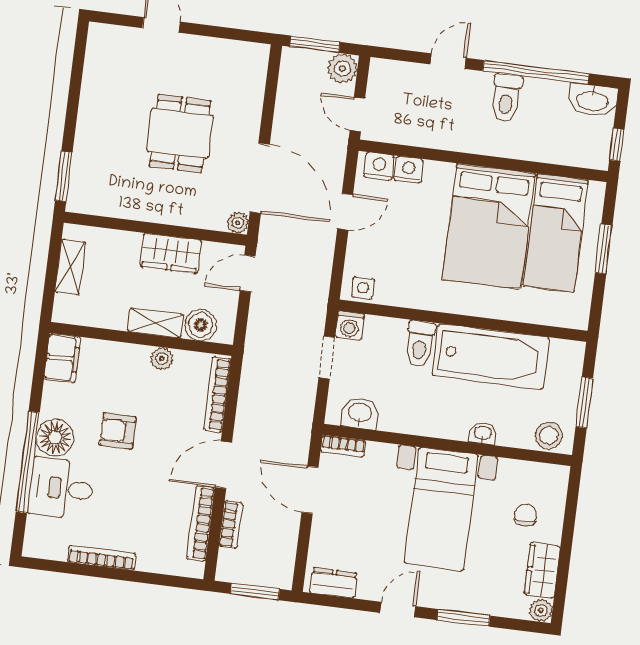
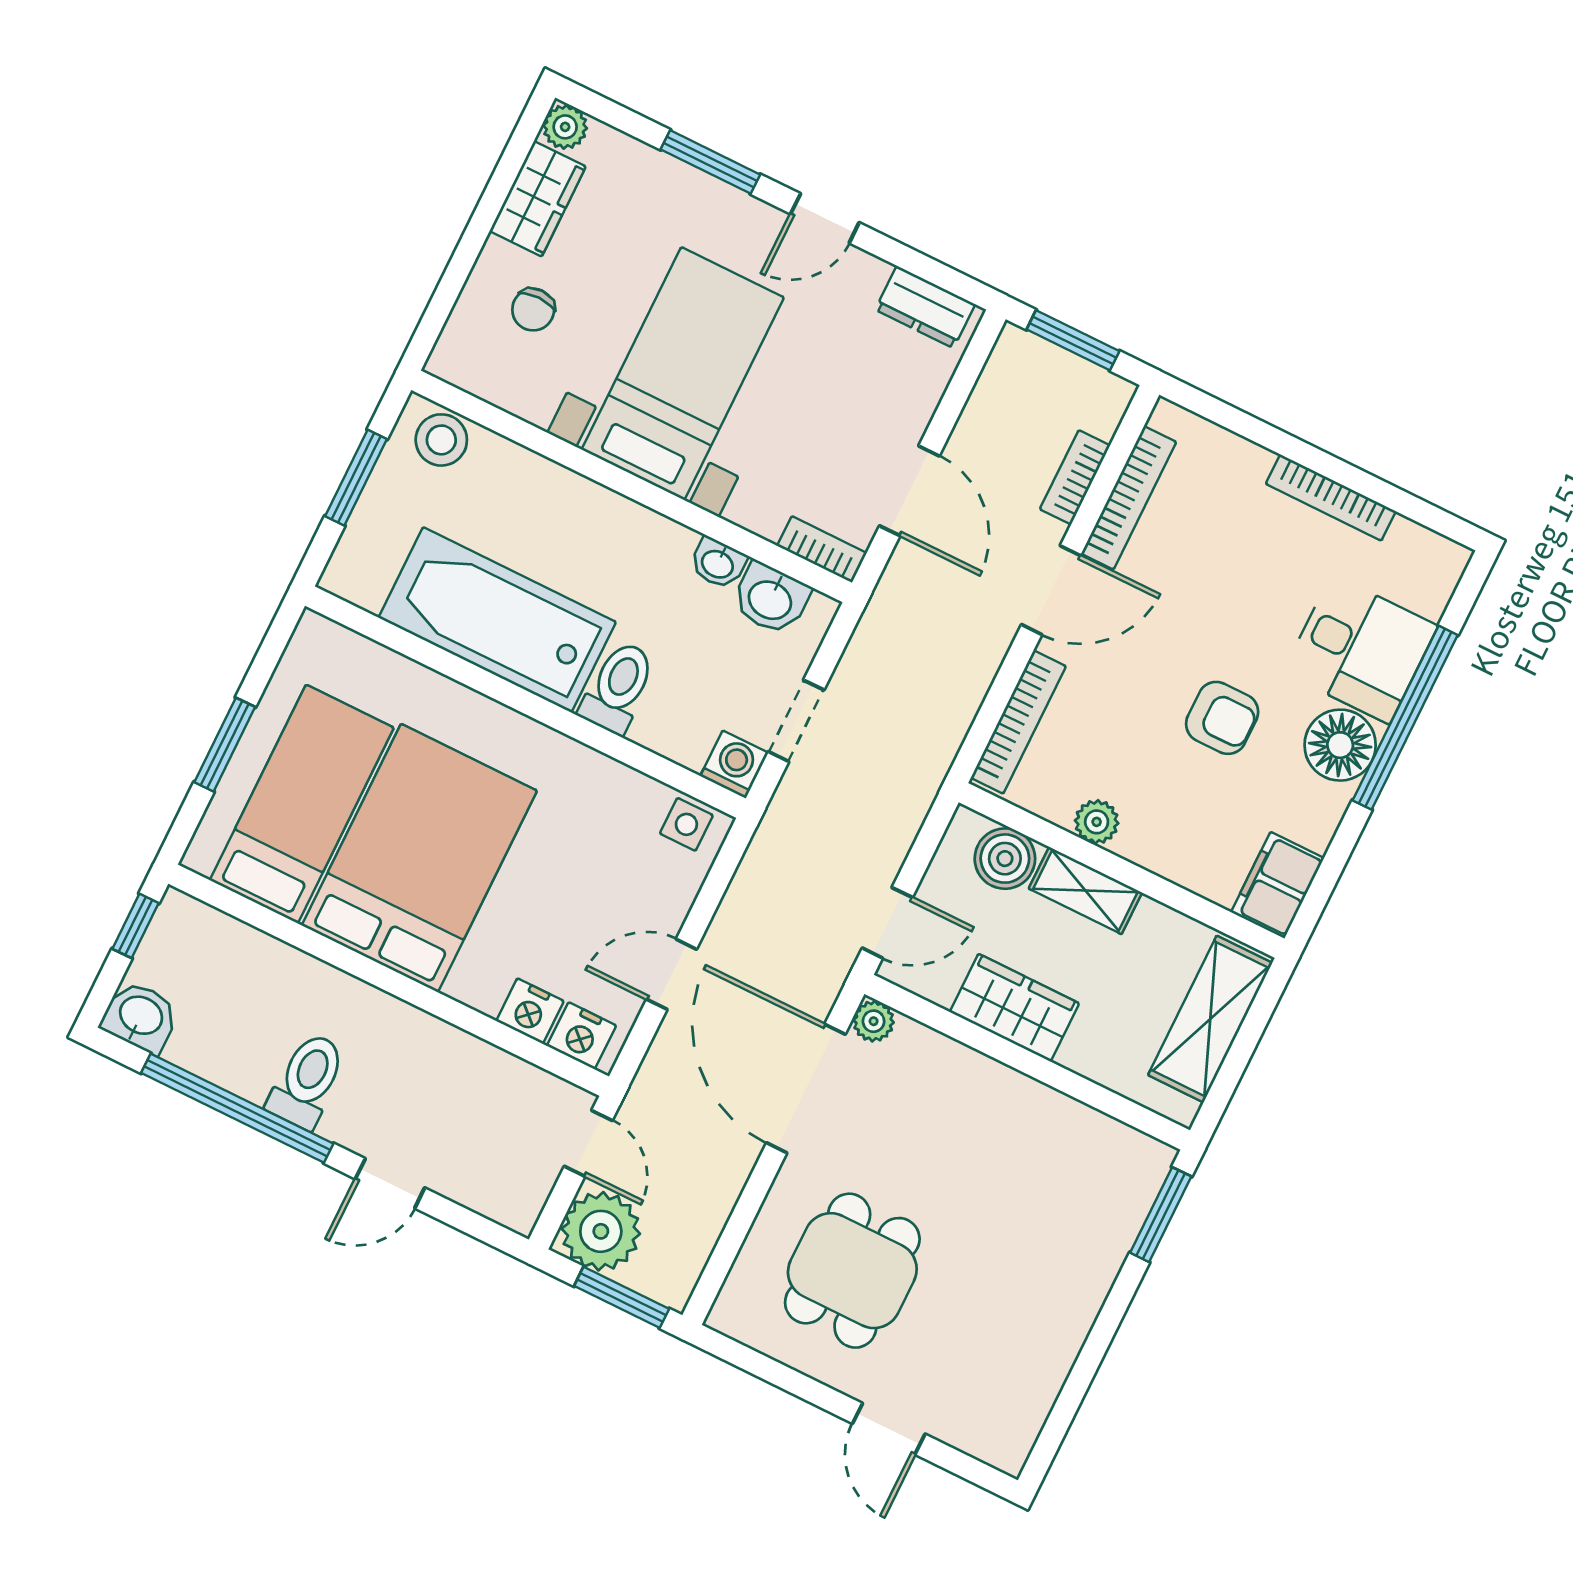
plant: (342, 69) -> (601, 1231), width x1.36, depth x1.36
washbasin: (592, 100) -> (140, 1017), width x0.72
dining table: (180, 133) -> (852, 1271), moved
shelving: (70, 267) -> (1210, 1019), width x1.50, depth x1.33
washbasin: (483, 433) -> (718, 563), moved

